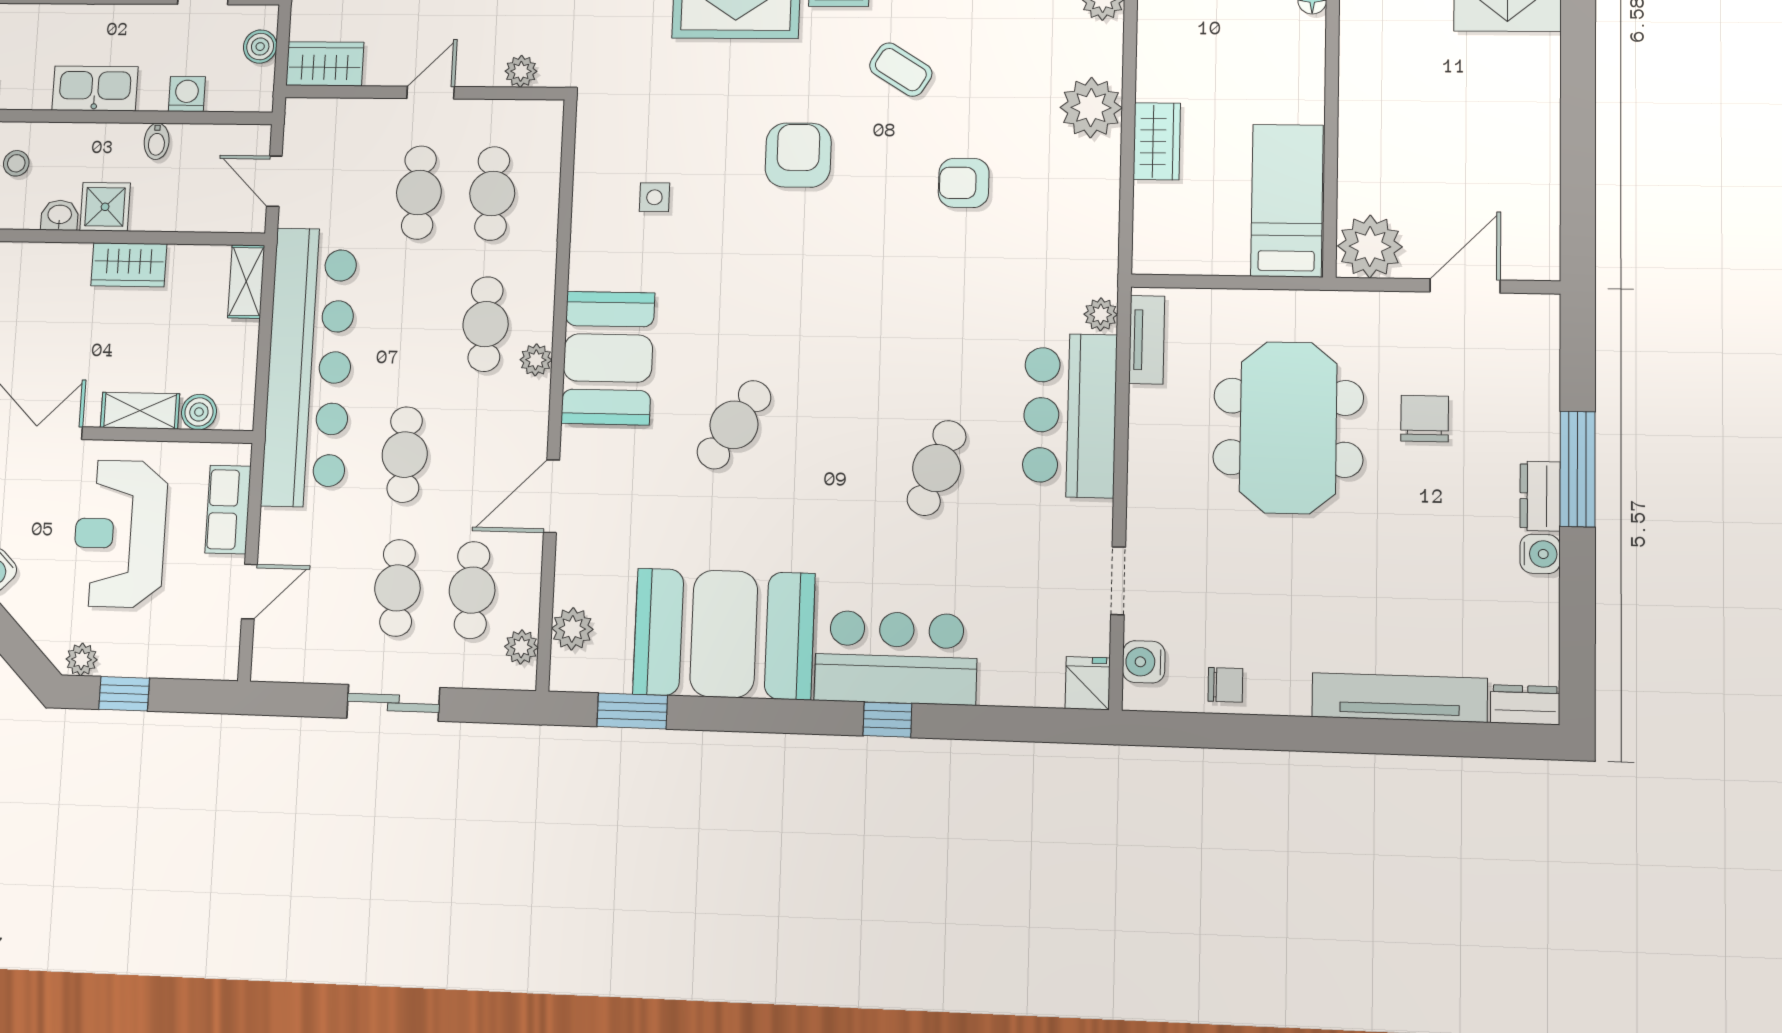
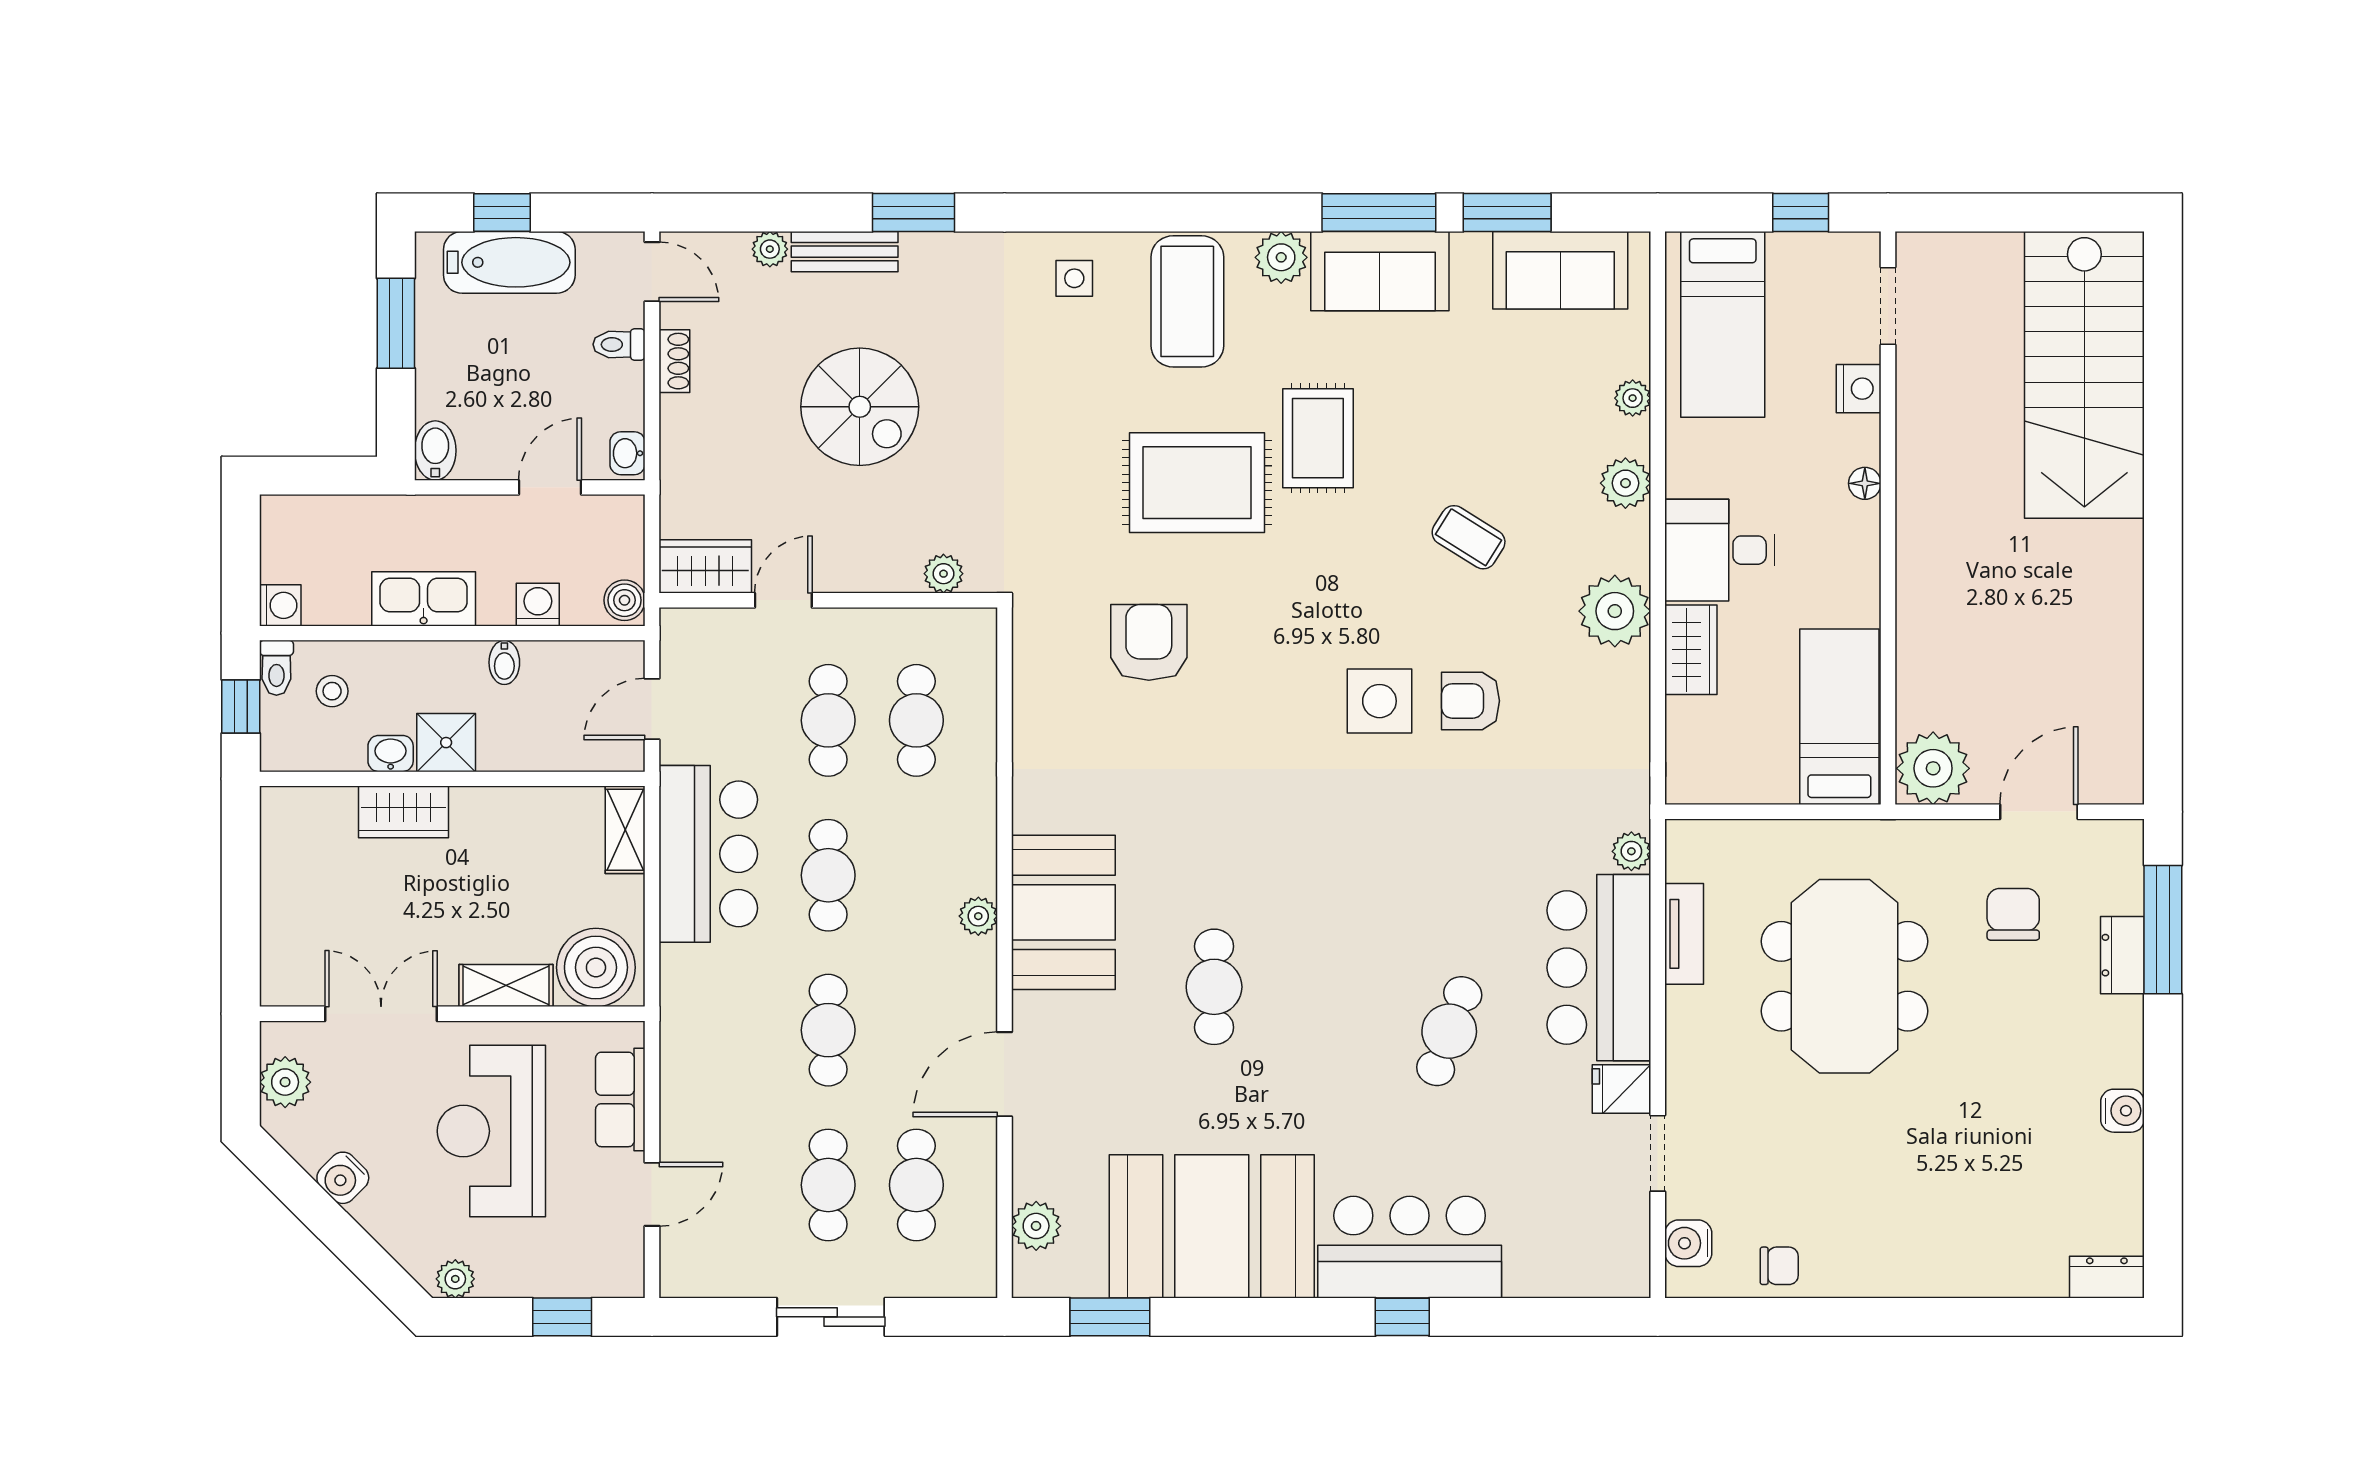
boiler: (260, 47) -> (624, 600), moved
desk: (1184, 56) -> (1720, 550), added
coffee table: (901, 70) -> (1469, 537), moved
door: (431, 93) -> (783, 600), moved
armchair: (798, 155) -> (1149, 642), moved
door: (274, 181) -> (652, 709), hinge flipped
side table: (654, 197) -> (1379, 701), moved, width x1.87, depth x1.87
wardrobe: (129, 265) -> (403, 812), moved
cafe table: (486, 324) -> (828, 875), moved
tv unit: (1147, 340) -> (1684, 934), moved
bar counter: (310, 367) -> (708, 854), width x0.54
boiler: (199, 412) -> (596, 967), width x1.86, depth x1.86
chair: (1425, 419) -> (2013, 914), moved
cafe table: (734, 425) -> (1214, 987), turned -34
window: (1578, 469) -> (2163, 930), moved
dresser: (1540, 496) -> (2122, 955), moved
plant: (521, 647) -> (978, 1248), removed
fridge: (1088, 683) -> (1622, 1089), moved, turned -90
window: (124, 694) -> (562, 1317), moved
tv unit: (1400, 698) -> (1971, 1274), removed

